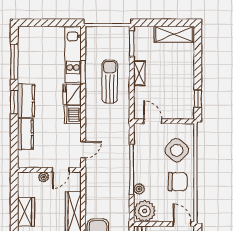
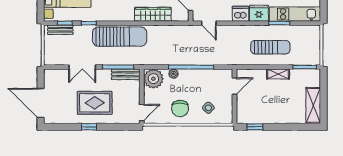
side table: (177, 150) -> (208, 108), width x0.54, depth x0.54

